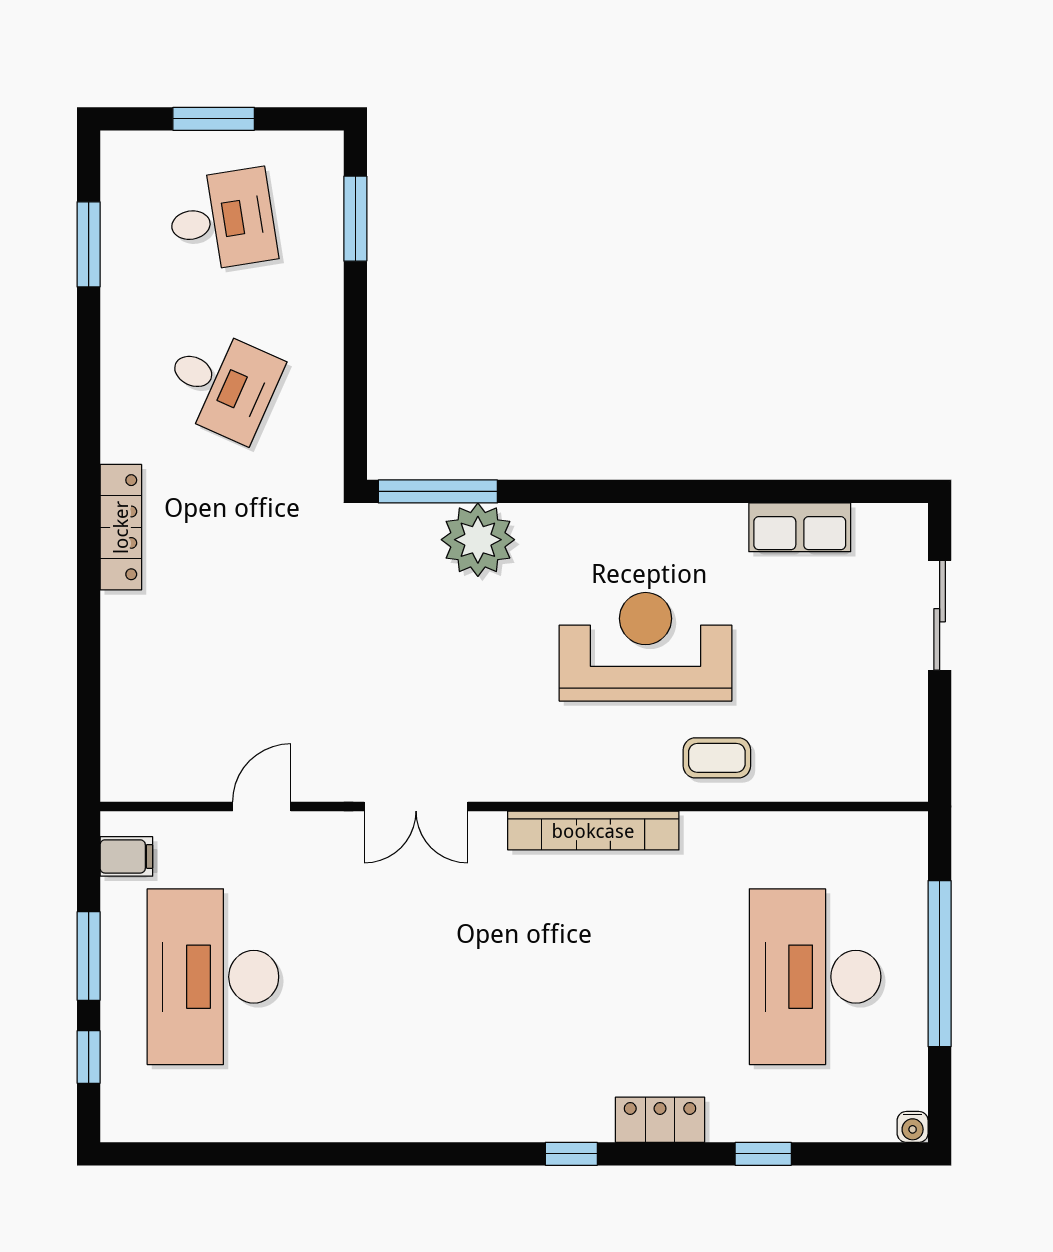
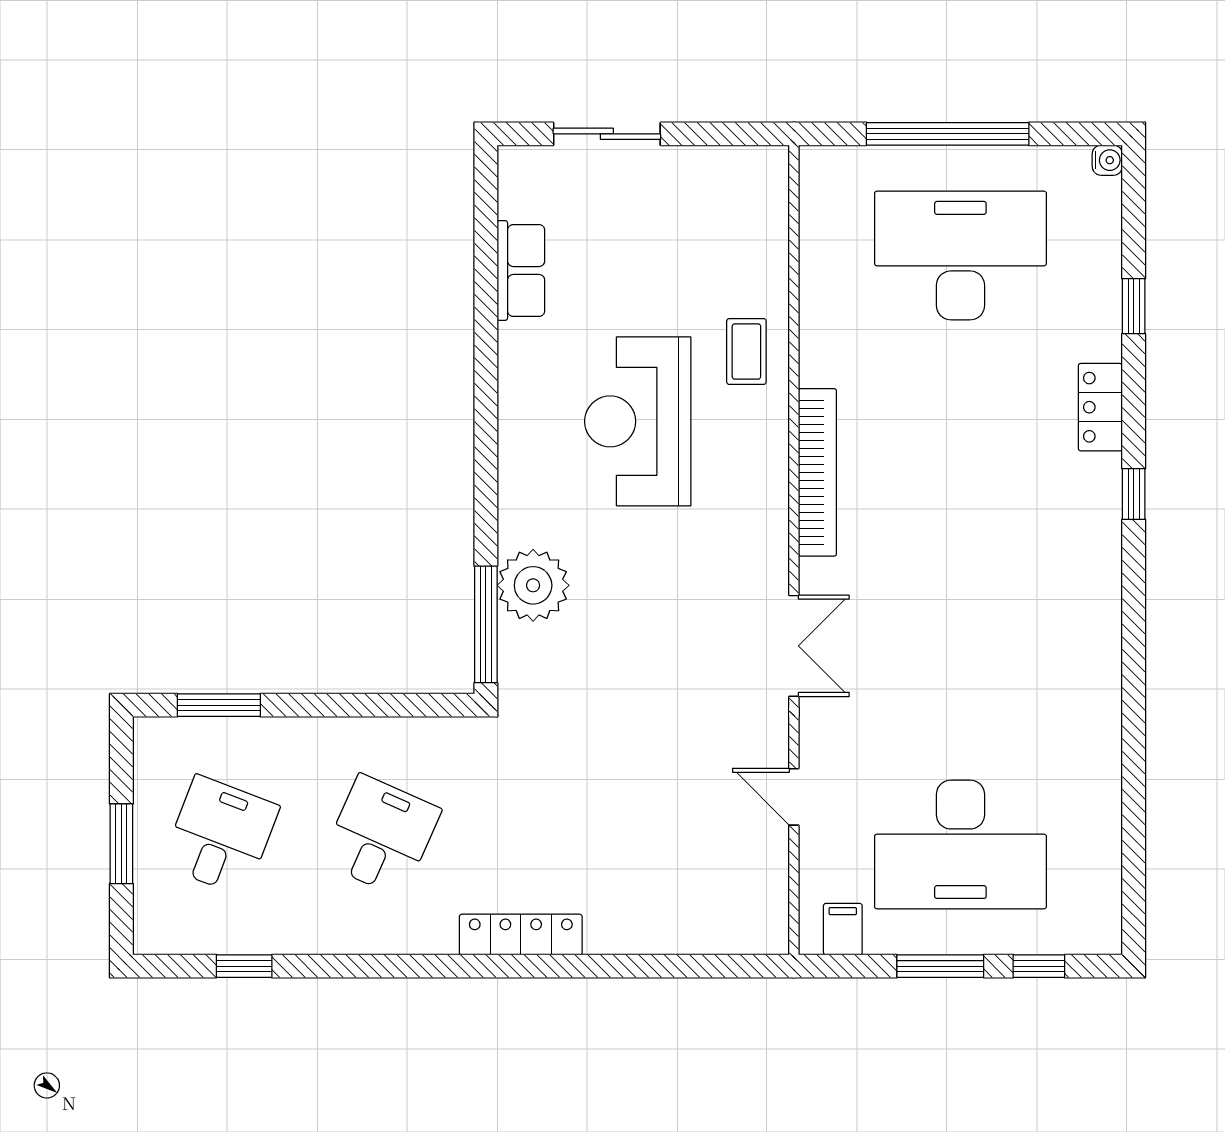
desk: (222, 220) -> (221, 836), turned 30
window: (89, 244) -> (244, 966), width x0.67
desk: (815, 977) -> (960, 256), turned 180

